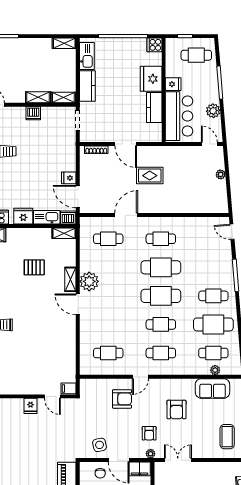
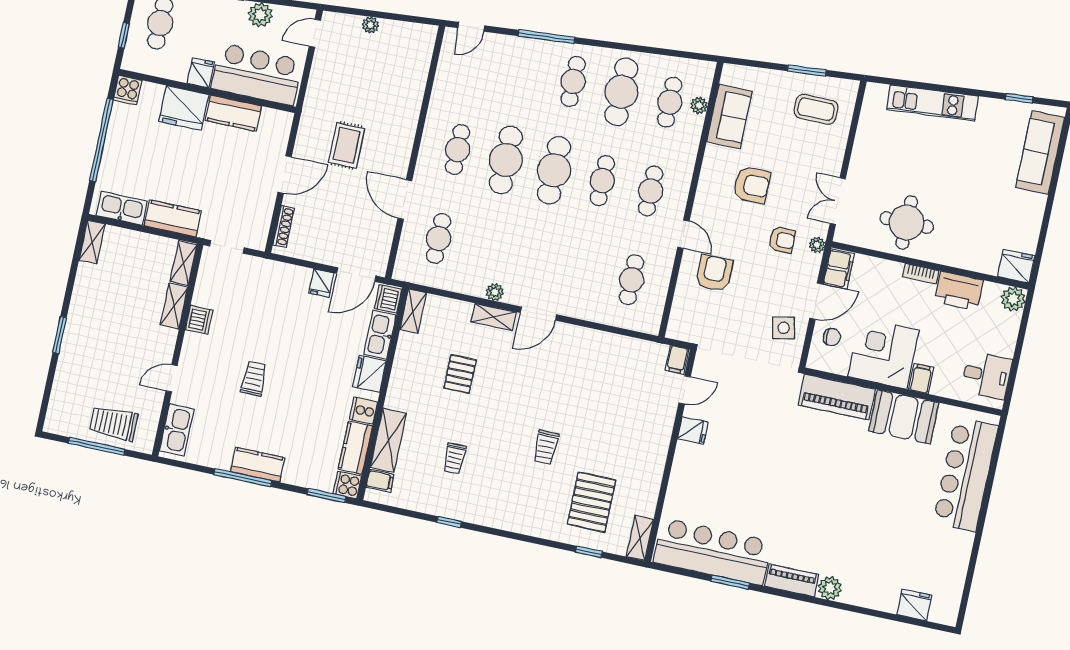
plant: (89, 281) -> (495, 292), width x0.53, depth x0.53

